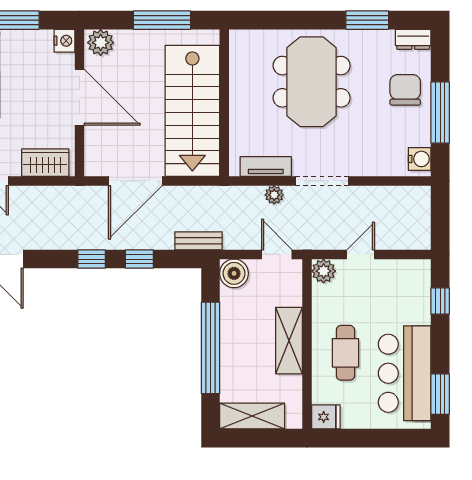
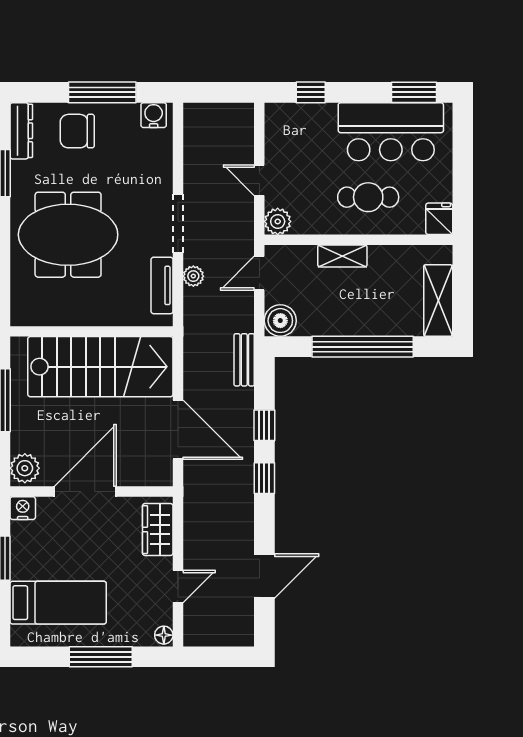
dresser: (413, 39) -> (21, 131), width x1.44
shelving: (289, 341) -> (342, 256), width x0.67, depth x0.75

